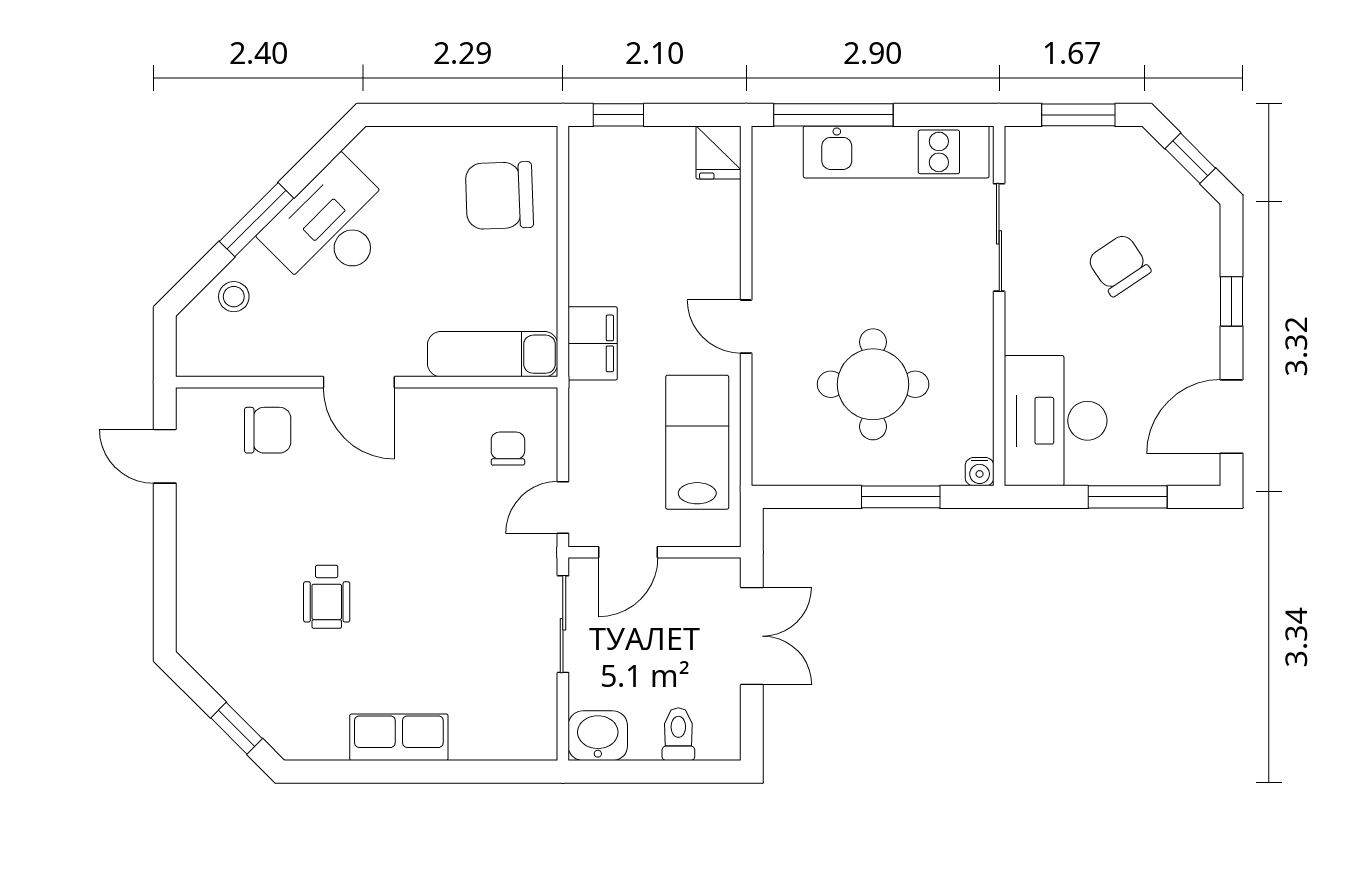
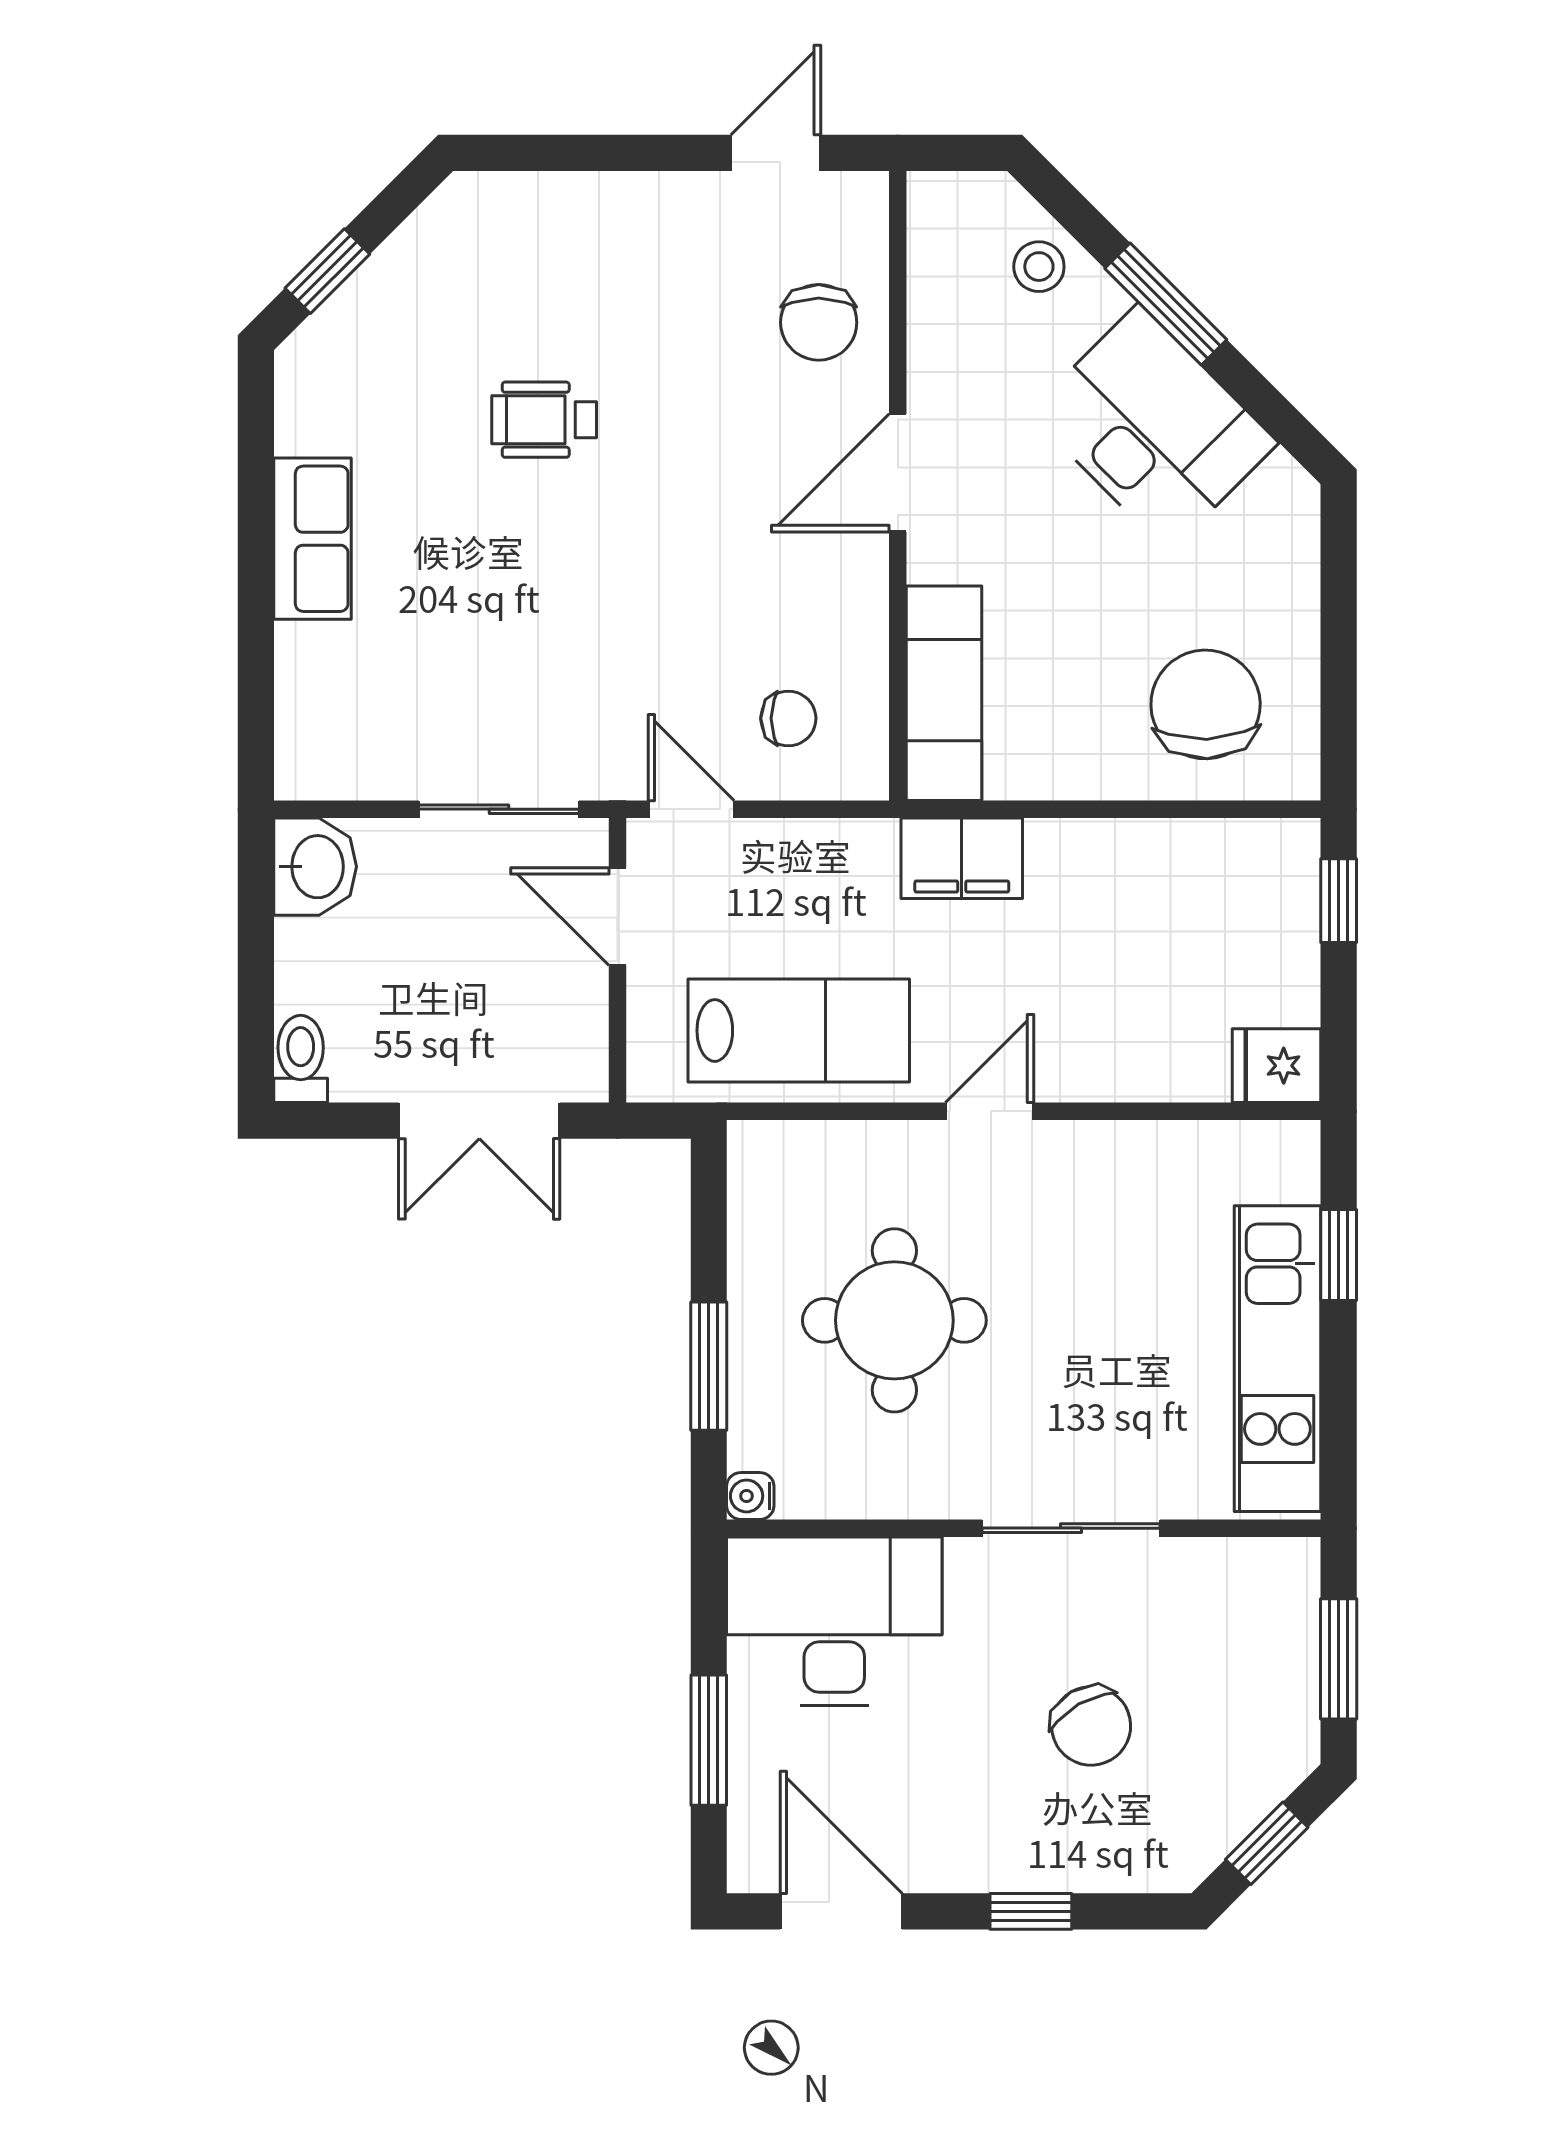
window: (833, 115) -> (1339, 1255), width x0.46
sliding door: (999, 237) -> (1071, 1528), moved
chair: (1119, 265) -> (1091, 1726), turned 94
toilet: (678, 734) -> (301, 1059), moved, turned -90

